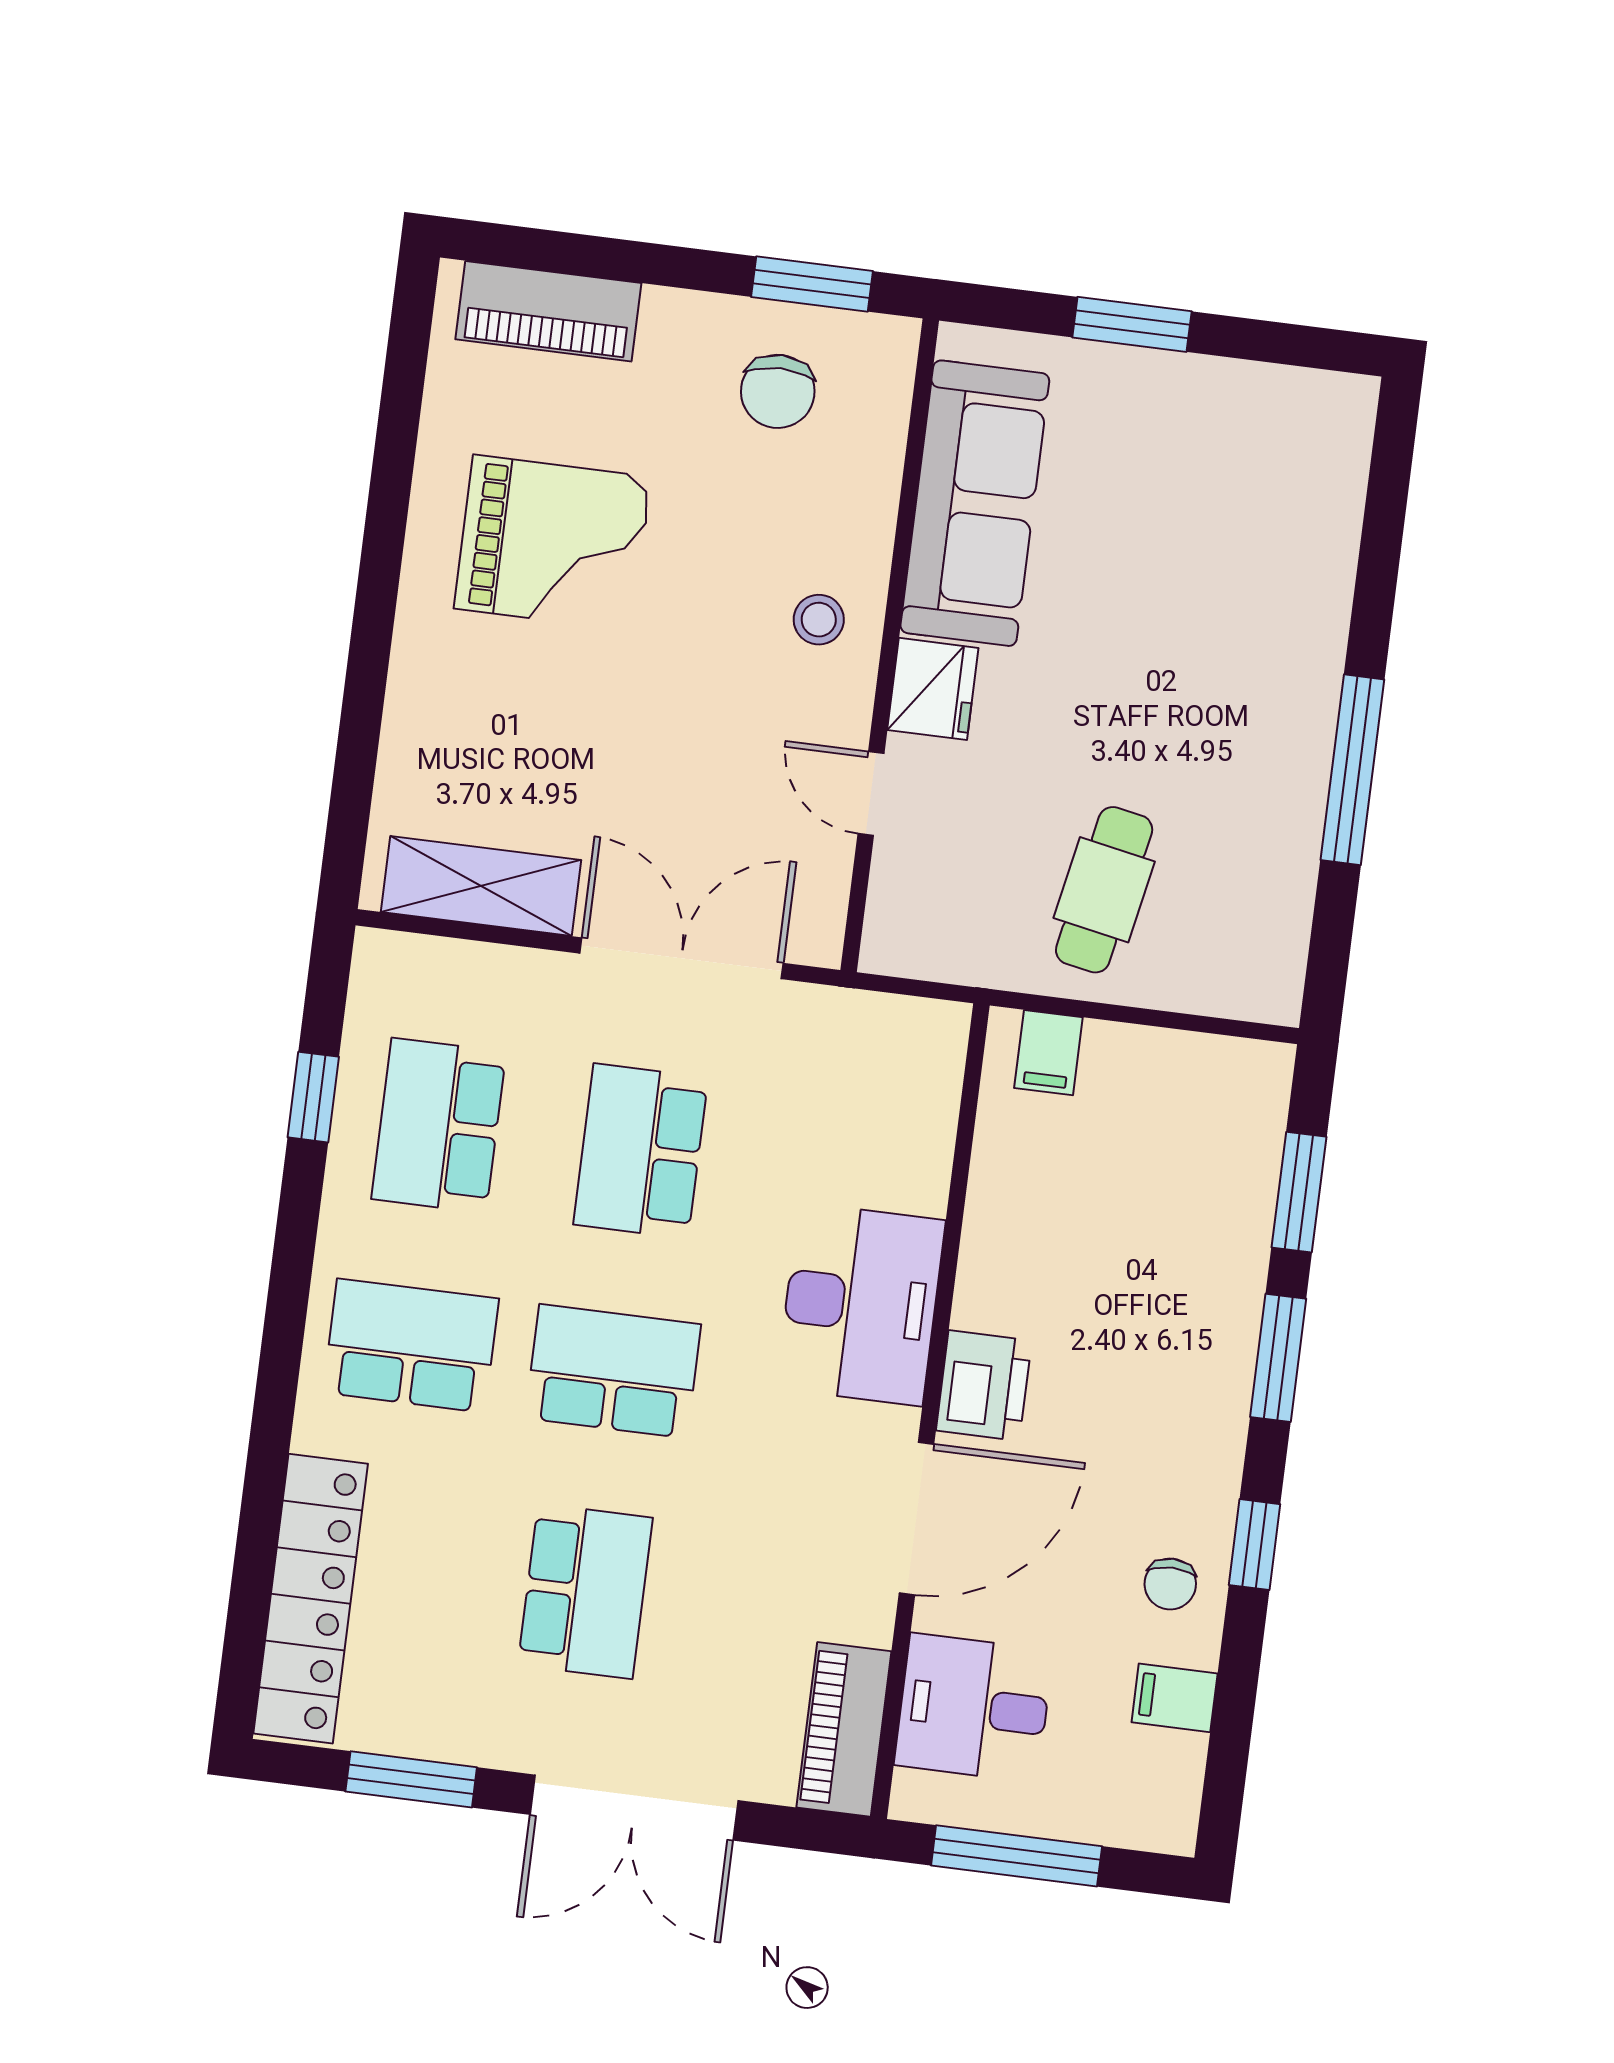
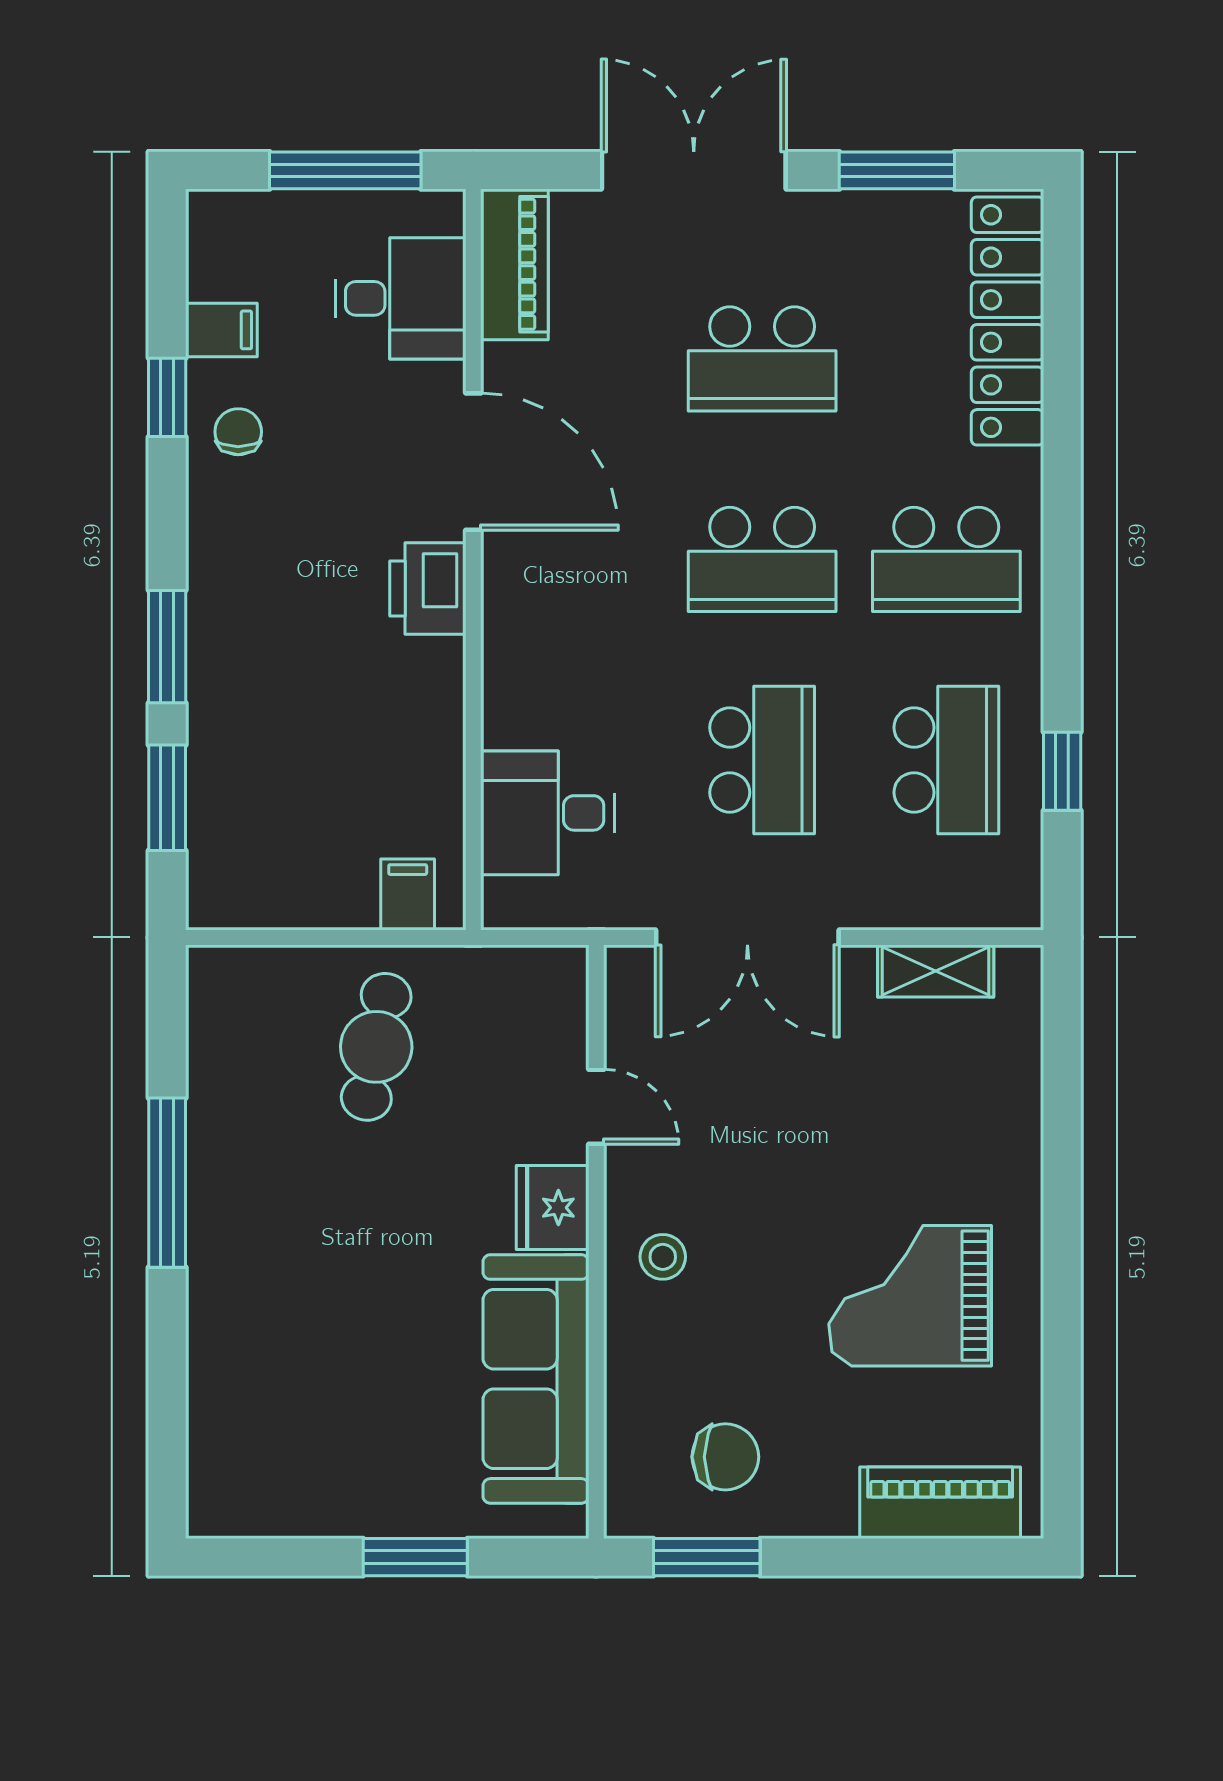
chair: (778, 391) -> (725, 1457), turned 90
shelving: (481, 886) -> (936, 971), width x0.67, depth x0.75
desk: (861, 1304) -> (548, 813), moved, width x0.73
door: (916, 1519) -> (473, 462), swing flipped
window: (1254, 1545) -> (167, 397), moved
school desk: (585, 1591) -> (762, 359), turned -90

